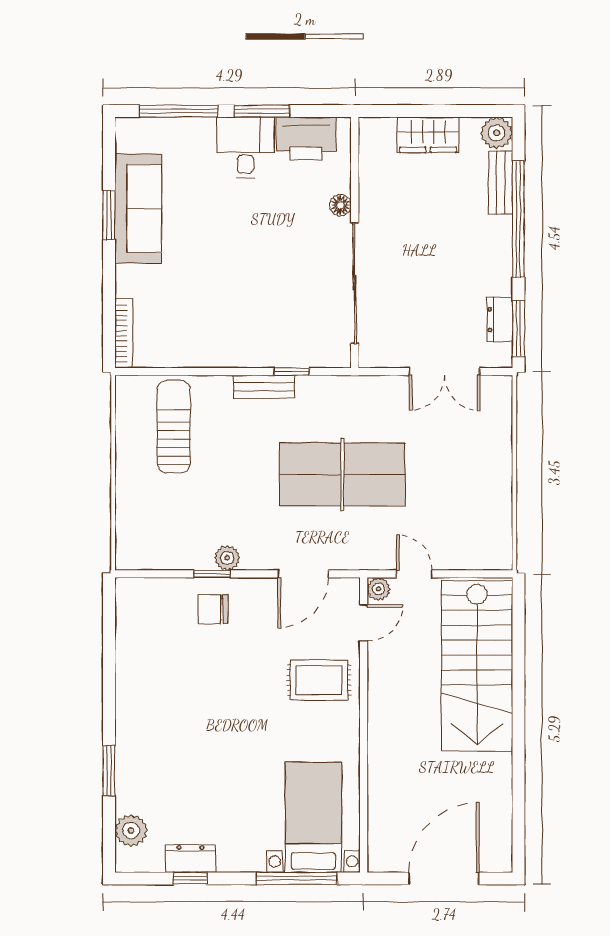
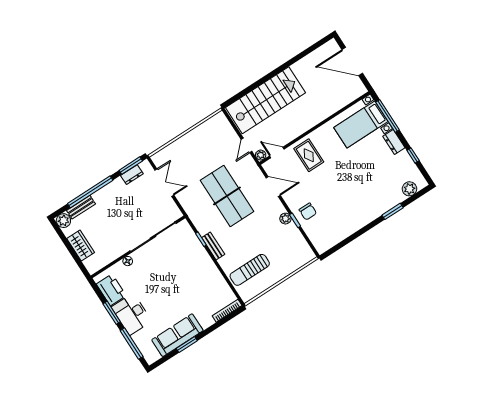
desk: (245, 148) -> (132, 314), width x1.37
dresser: (191, 858) -> (394, 142), moved

